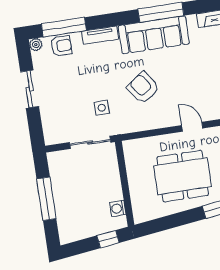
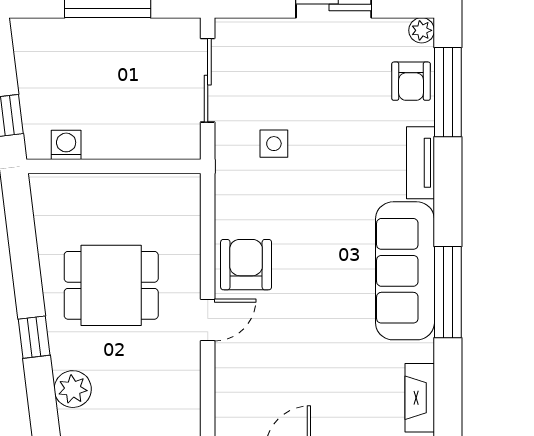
armchair: (143, 88) -> (246, 265), moved, turned -54
sliding door: (90, 142) -> (208, 80), moved
dining table: (183, 176) -> (111, 285), width x0.73

